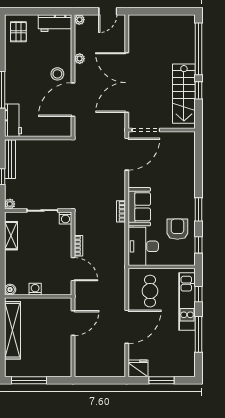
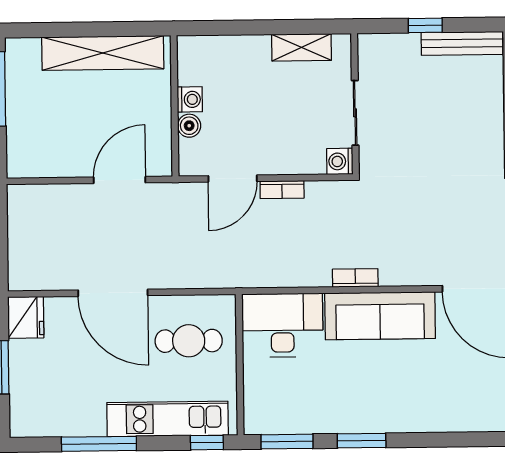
plant: (10, 204) -> (368, 44), removed
sofa: (139, 207) -> (380, 316), width x1.36
armchair: (177, 229) -> (319, 397), removed
window: (199, 245) -> (287, 442), width x1.50
boiler: (10, 290) -> (189, 126), moved
window: (199, 294) -> (207, 443), moved
door: (73, 323) -> (119, 180), swing flipped

